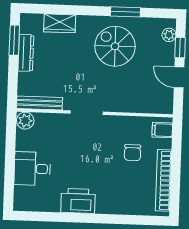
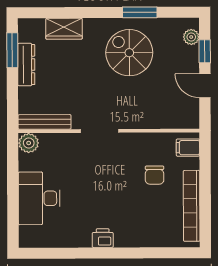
desk: (32, 169) -> (39, 198), width x1.37
printer: (78, 201) -> (103, 238), width x0.53, depth x0.68

